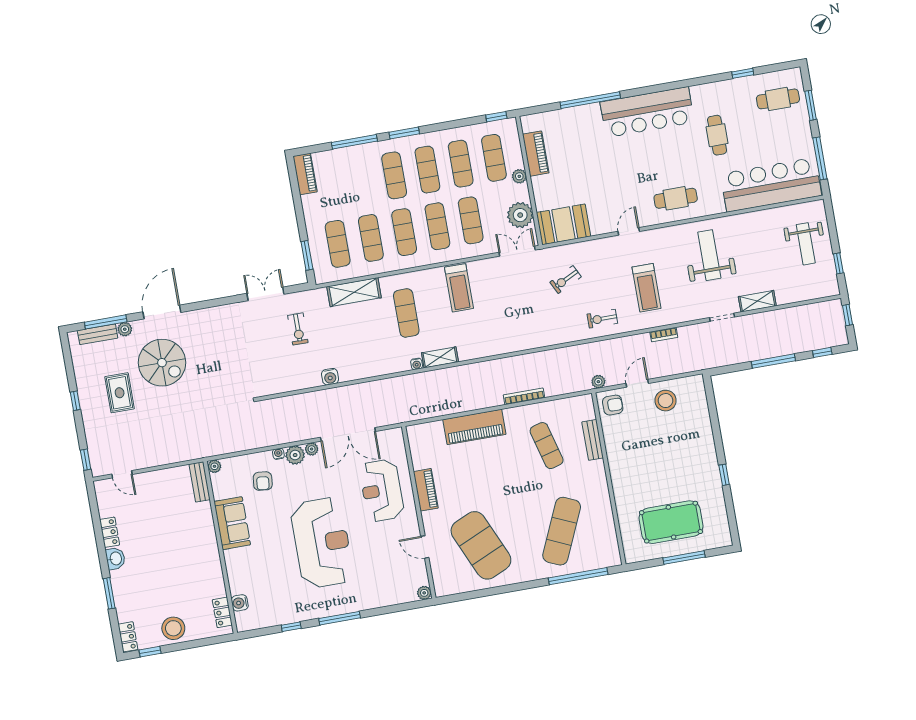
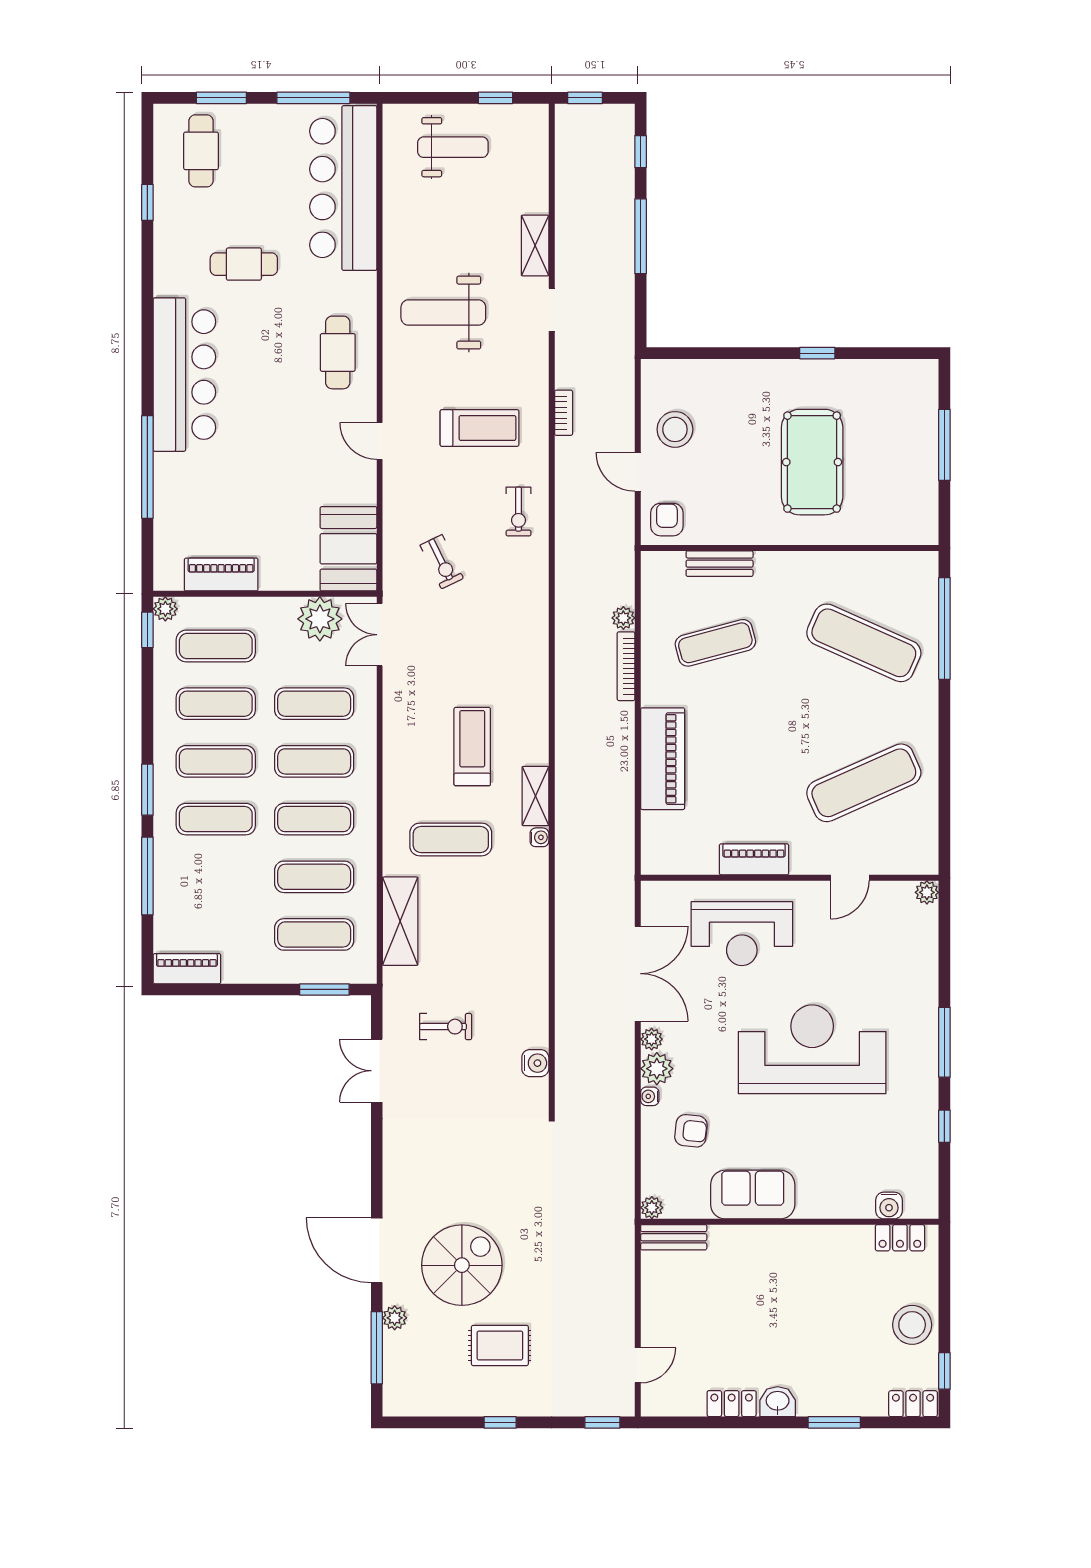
plant: (519, 176) -> (165, 609), moved
treadmill: (459, 288) -> (472, 747), moved, turned -90
bench: (98, 334) -> (395, 1365), removed
water cooler: (330, 377) -> (535, 1063), moved
plant: (598, 382) -> (623, 618), moved
pool table: (671, 522) -> (812, 462), moved
exercise mat: (481, 545) -> (864, 783), width x0.68

